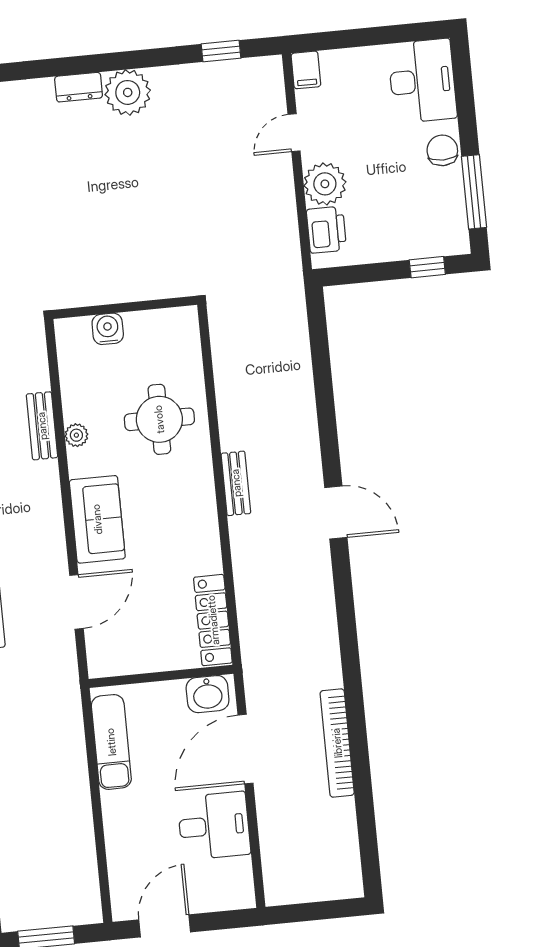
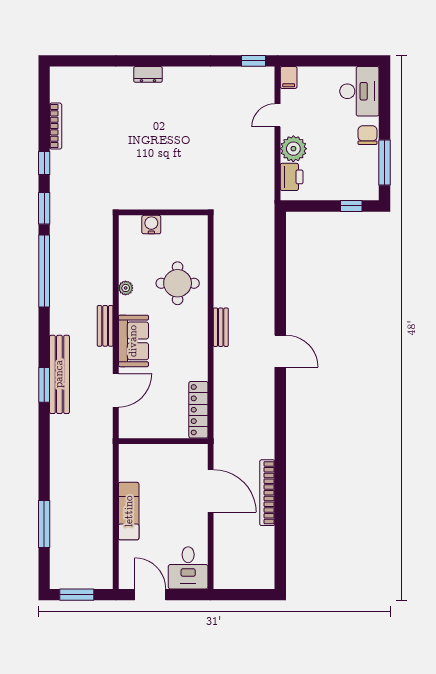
window: (221, 51) -> (254, 61), moved
plant: (128, 92) -> (178, 81), removed
bench: (42, 426) -> (105, 326), moved
washbasin: (208, 694) -> (191, 455), removed
exam couch: (111, 742) -> (129, 511), moved
door: (245, 749) -> (211, 491), swing flipped
desk: (214, 826) -> (188, 568), moved, turned 90
door: (165, 926) -> (150, 595), hinge flipped

